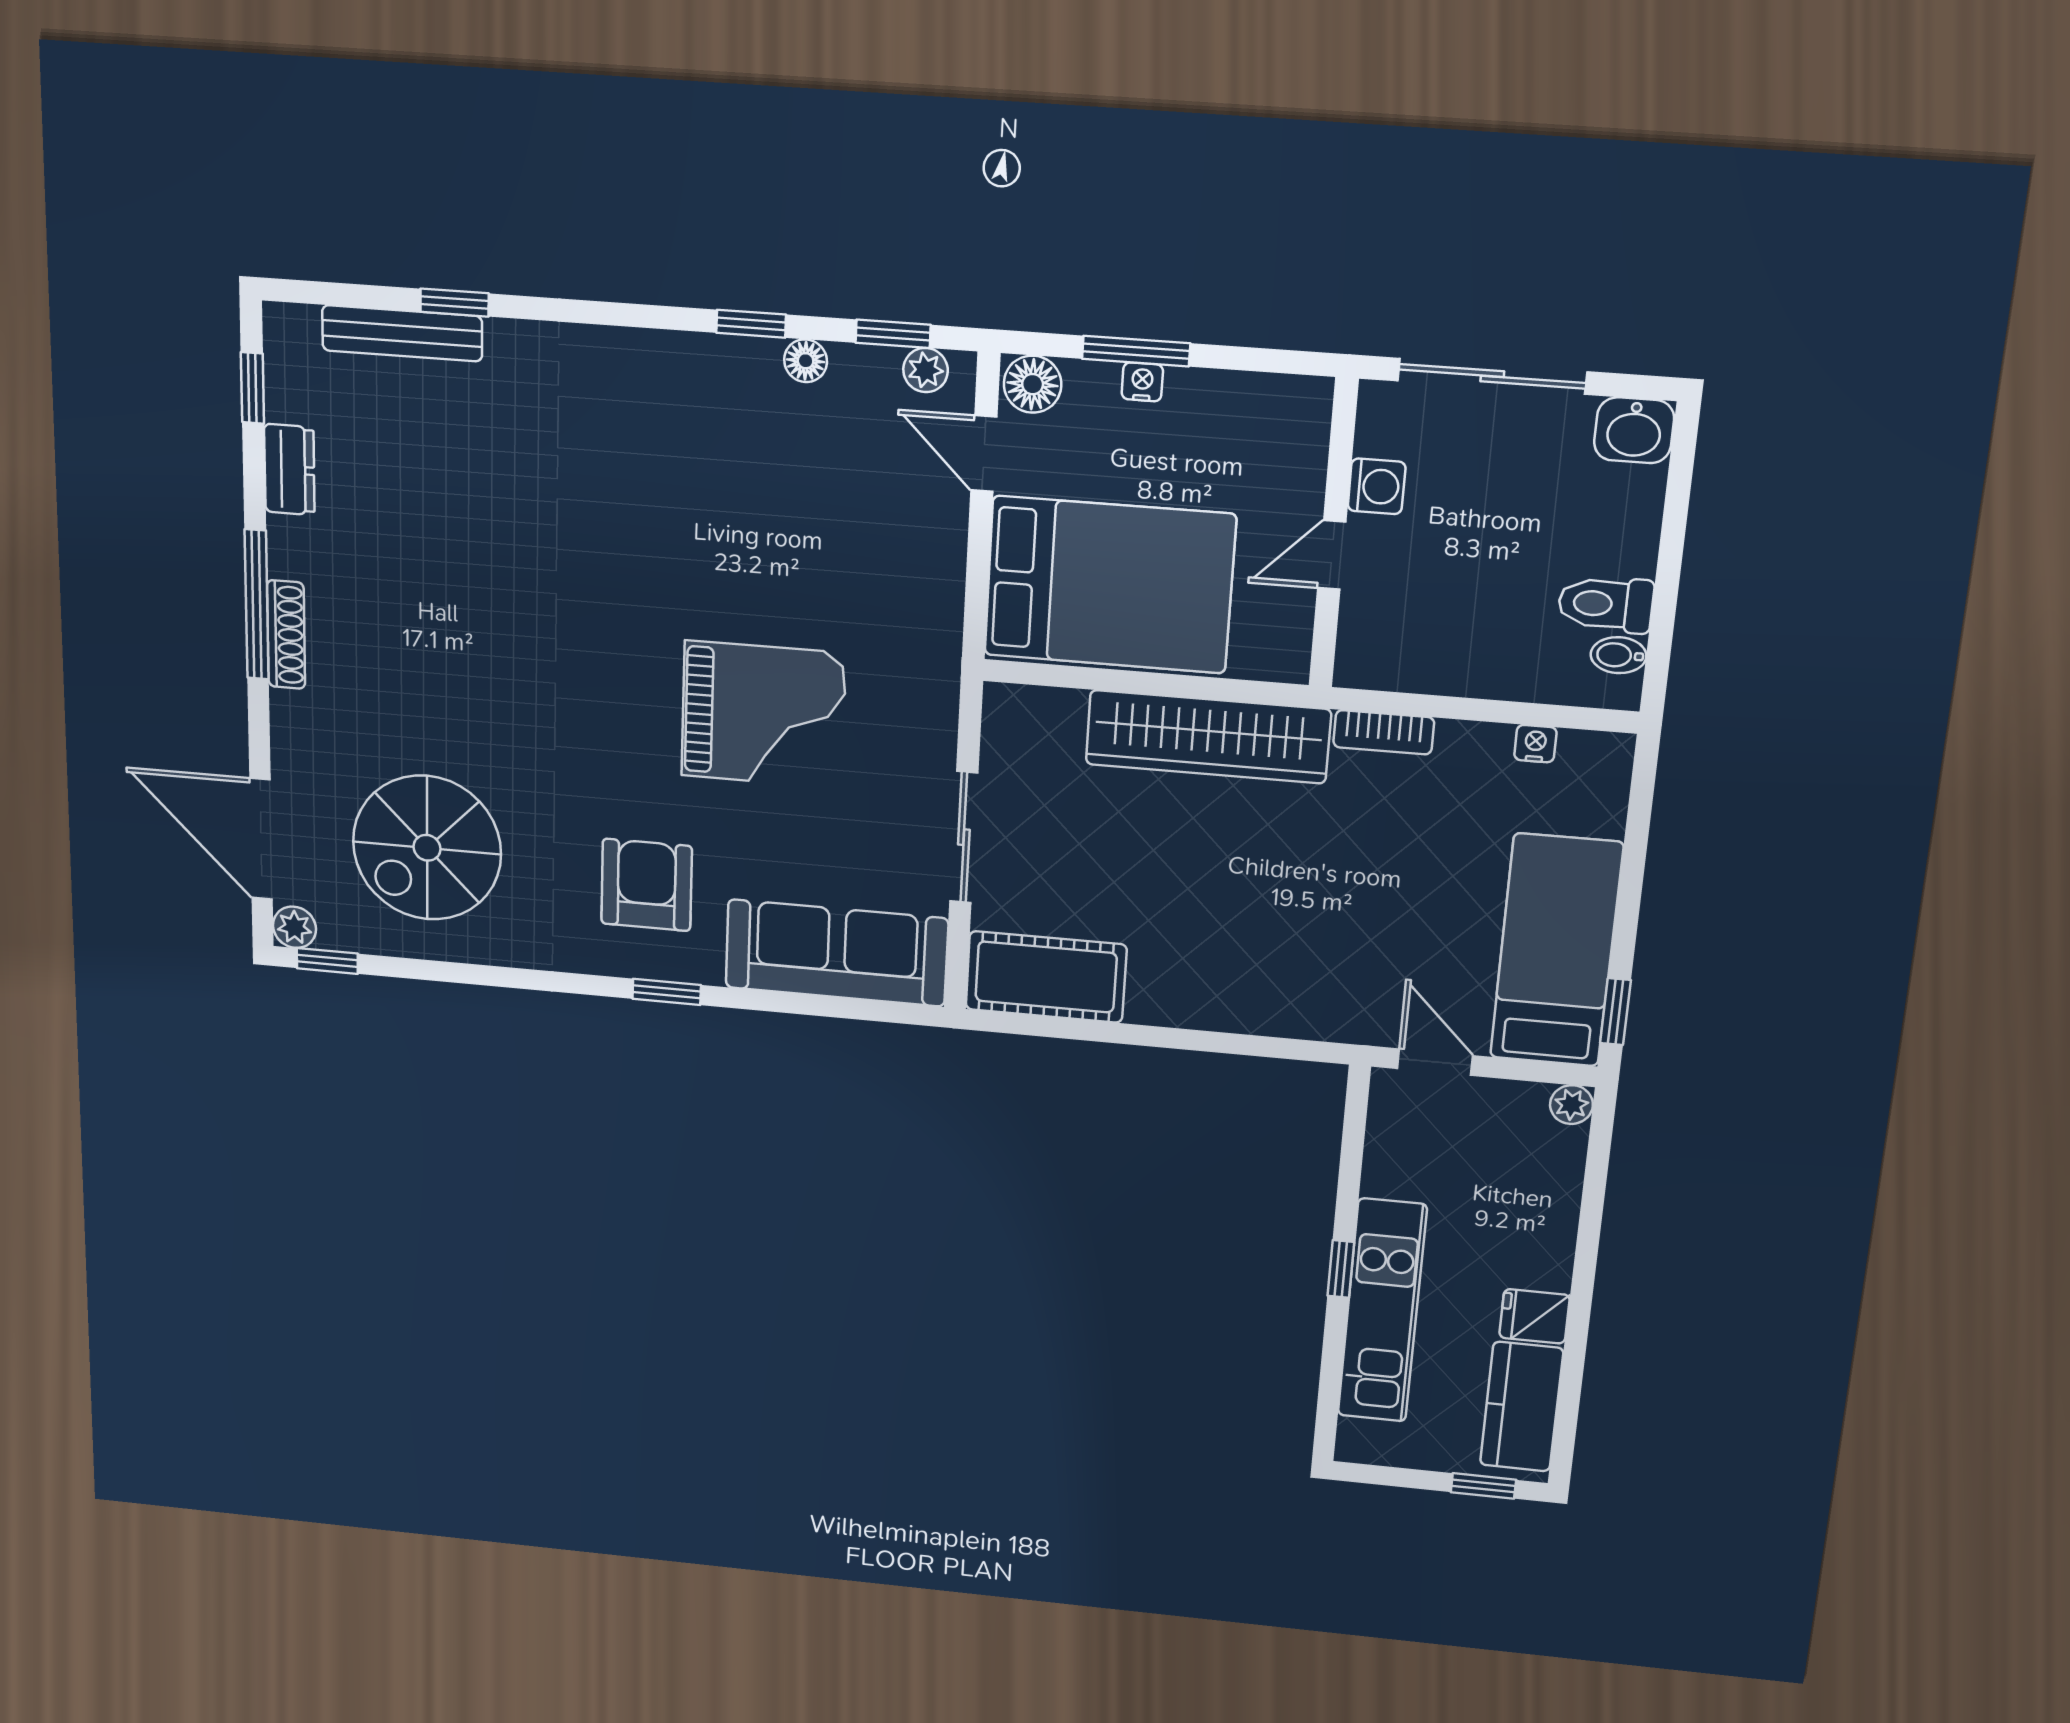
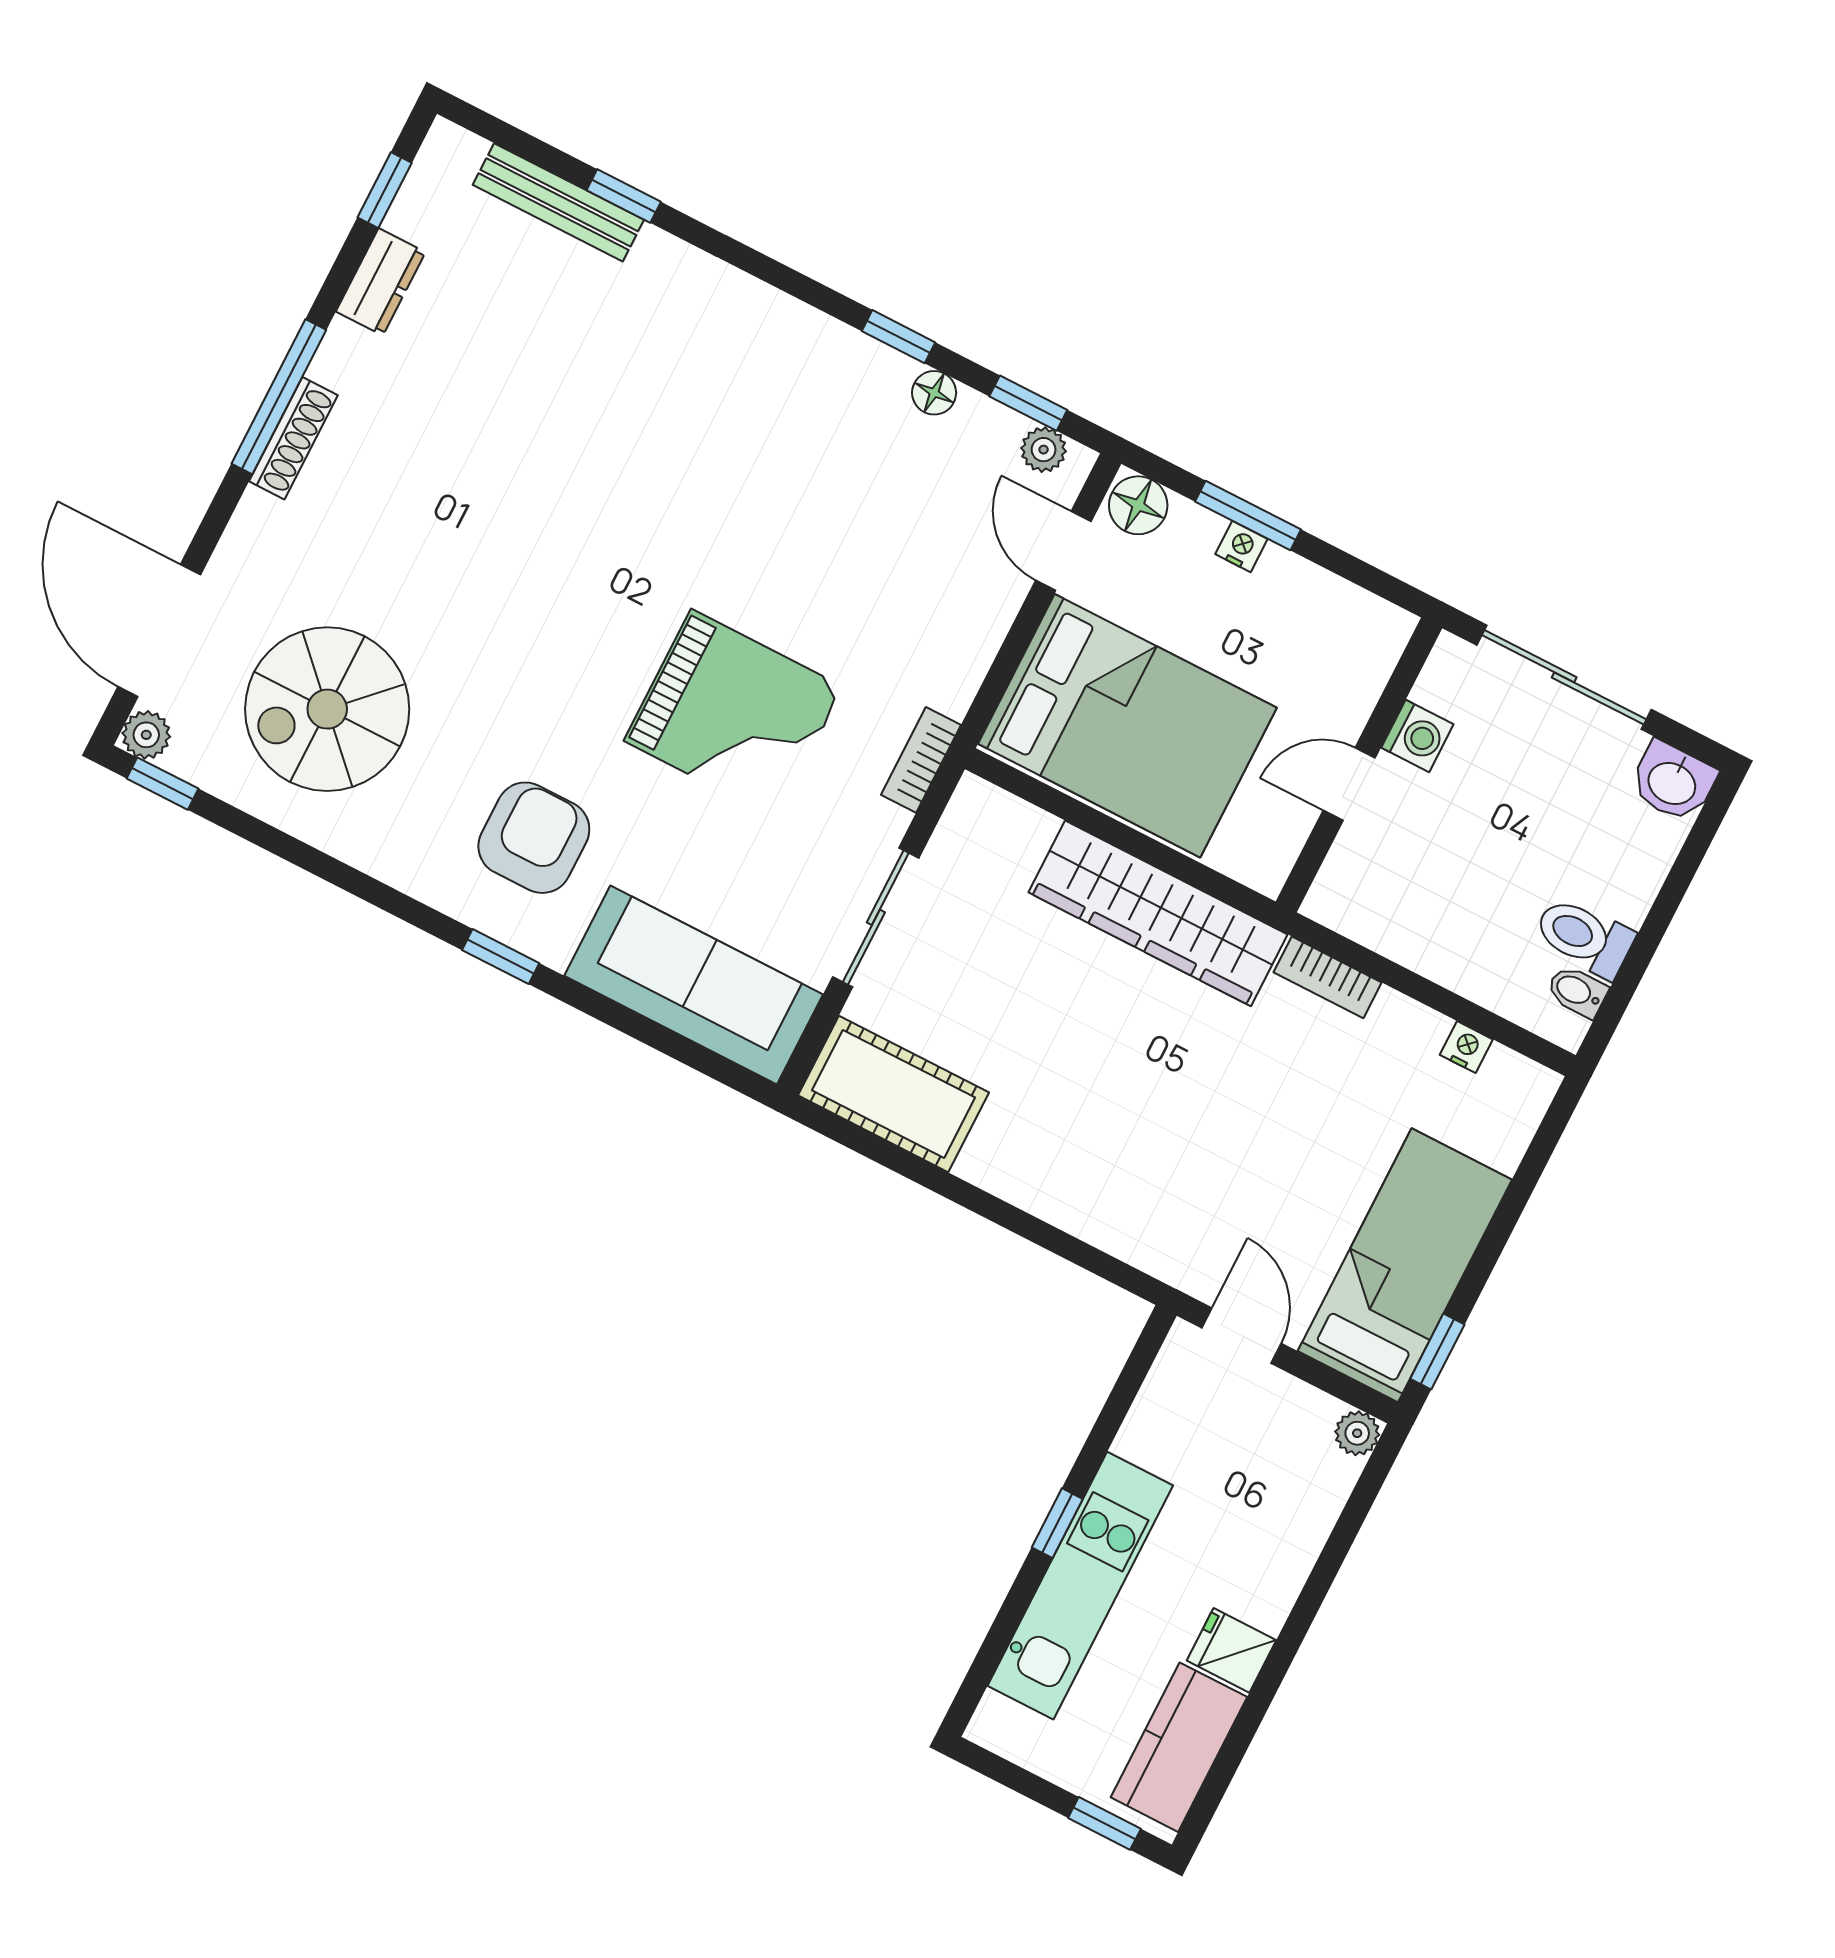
bookcase: (942, 688) -> (921, 760), added

